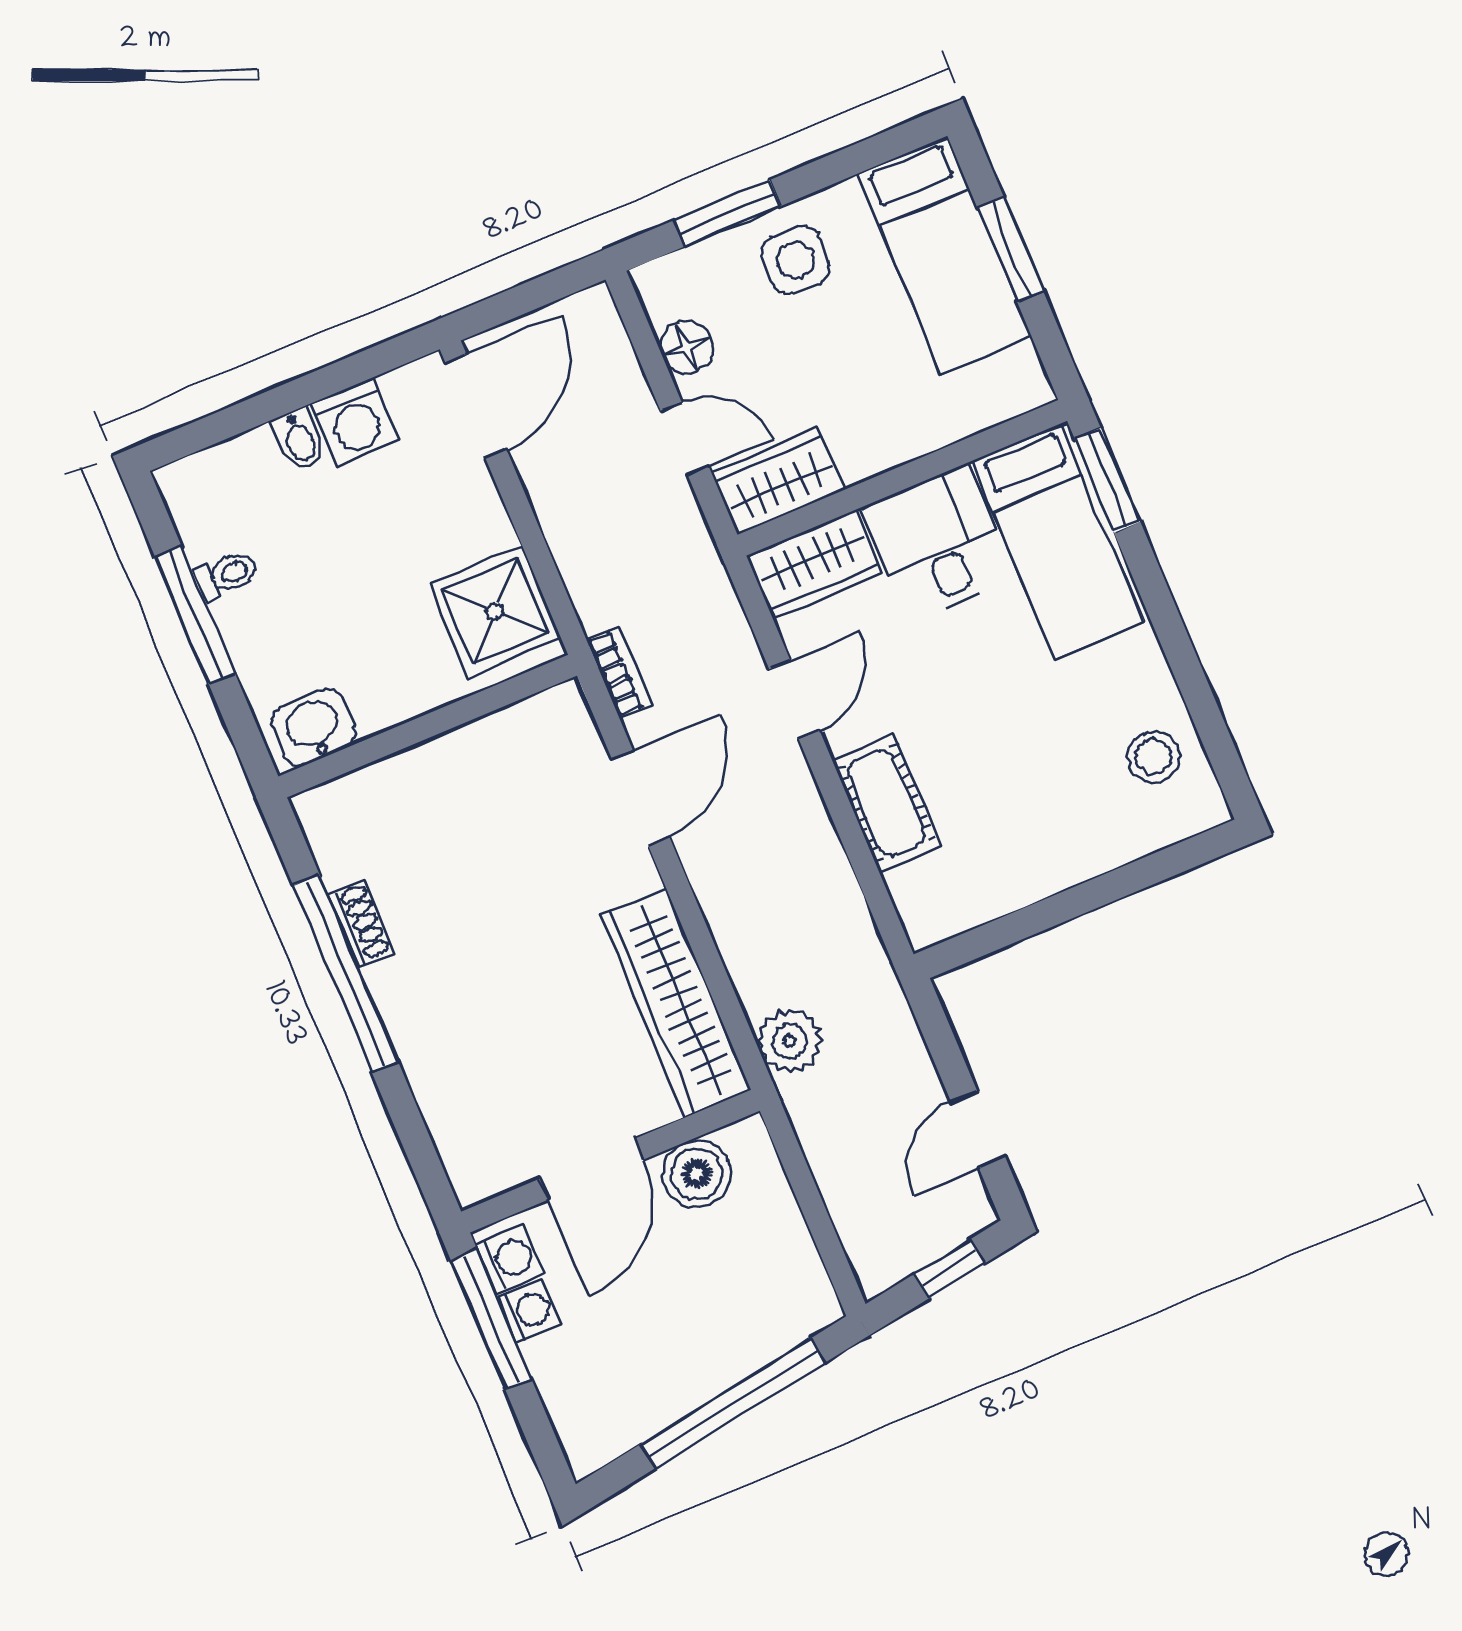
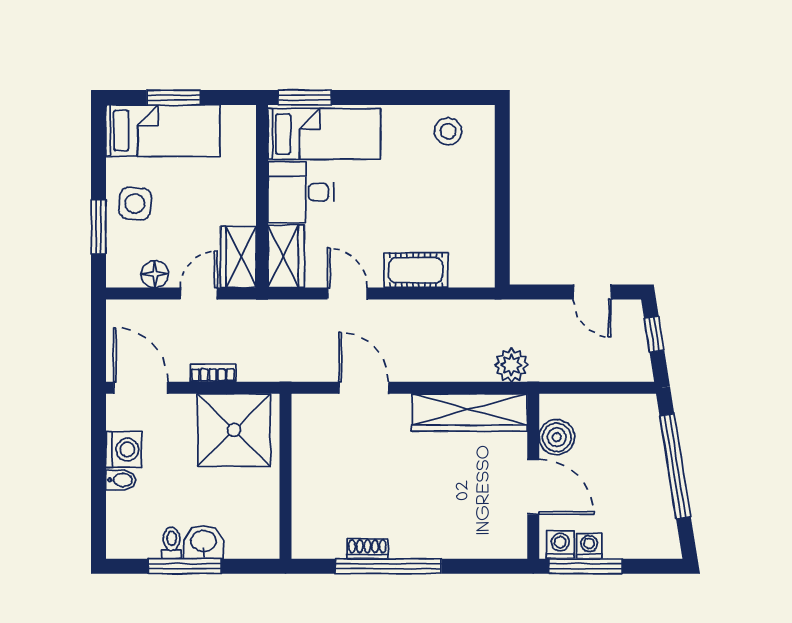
shower: (495, 611) -> (234, 430), width x1.37, depth x1.37
bookcase: (619, 672) -> (213, 373), moved
washbasin: (313, 727) -> (204, 542), moved, turned 90

